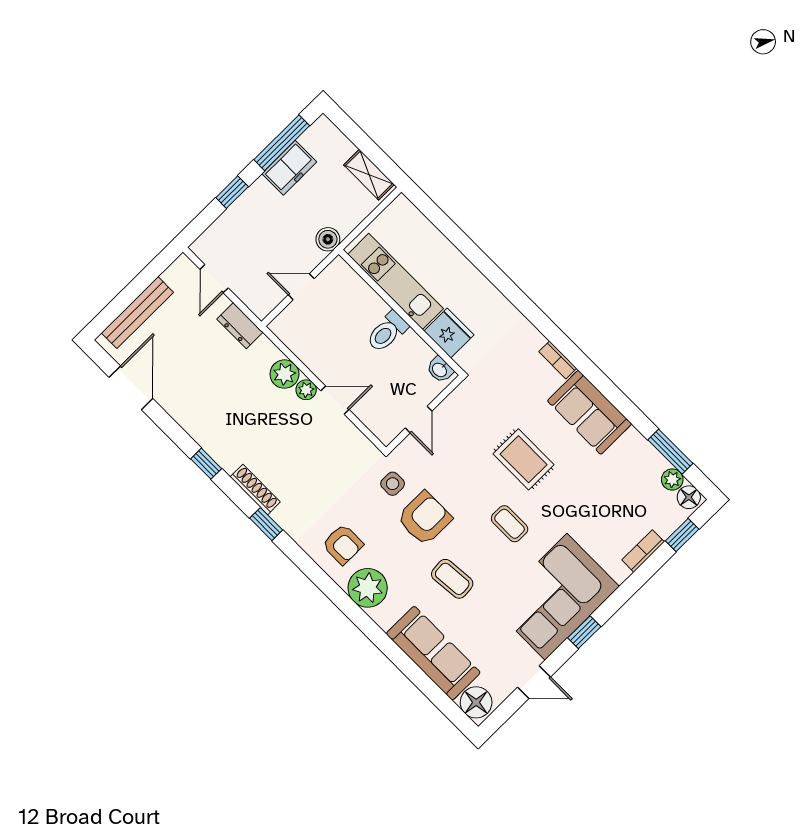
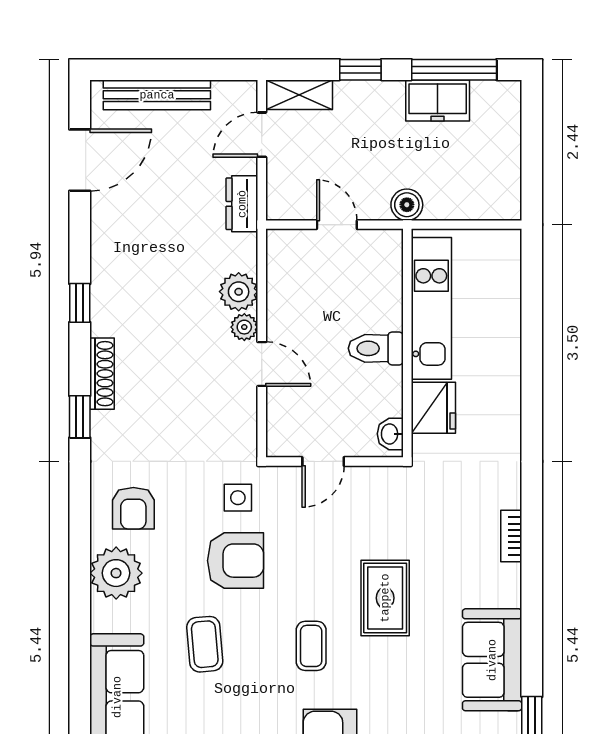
shelving: (369, 175) -> (299, 95), moved, turned 90
sofa: (590, 412) -> (492, 660), moved

